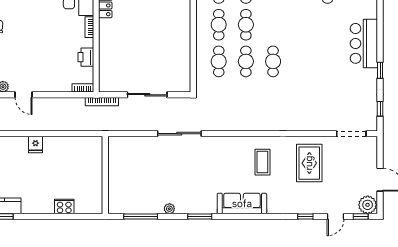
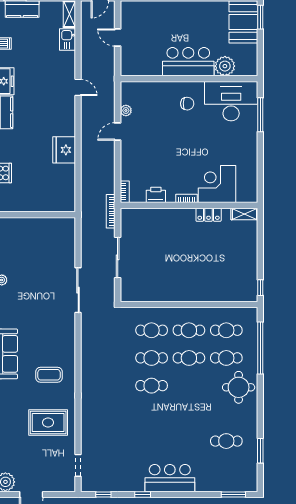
doorway: (351, 134) -> (78, 465), width x0.73
fridge: (35, 144) -> (64, 150), width x1.88, depth x1.34

